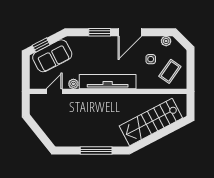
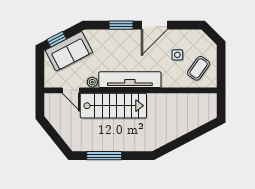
plant: (166, 41) -> (194, 35), removed
door: (54, 91) -> (71, 90), swing flipped
stairs: (151, 122) -> (113, 106), moved, turned -152
window: (96, 151) -> (104, 156), moved

